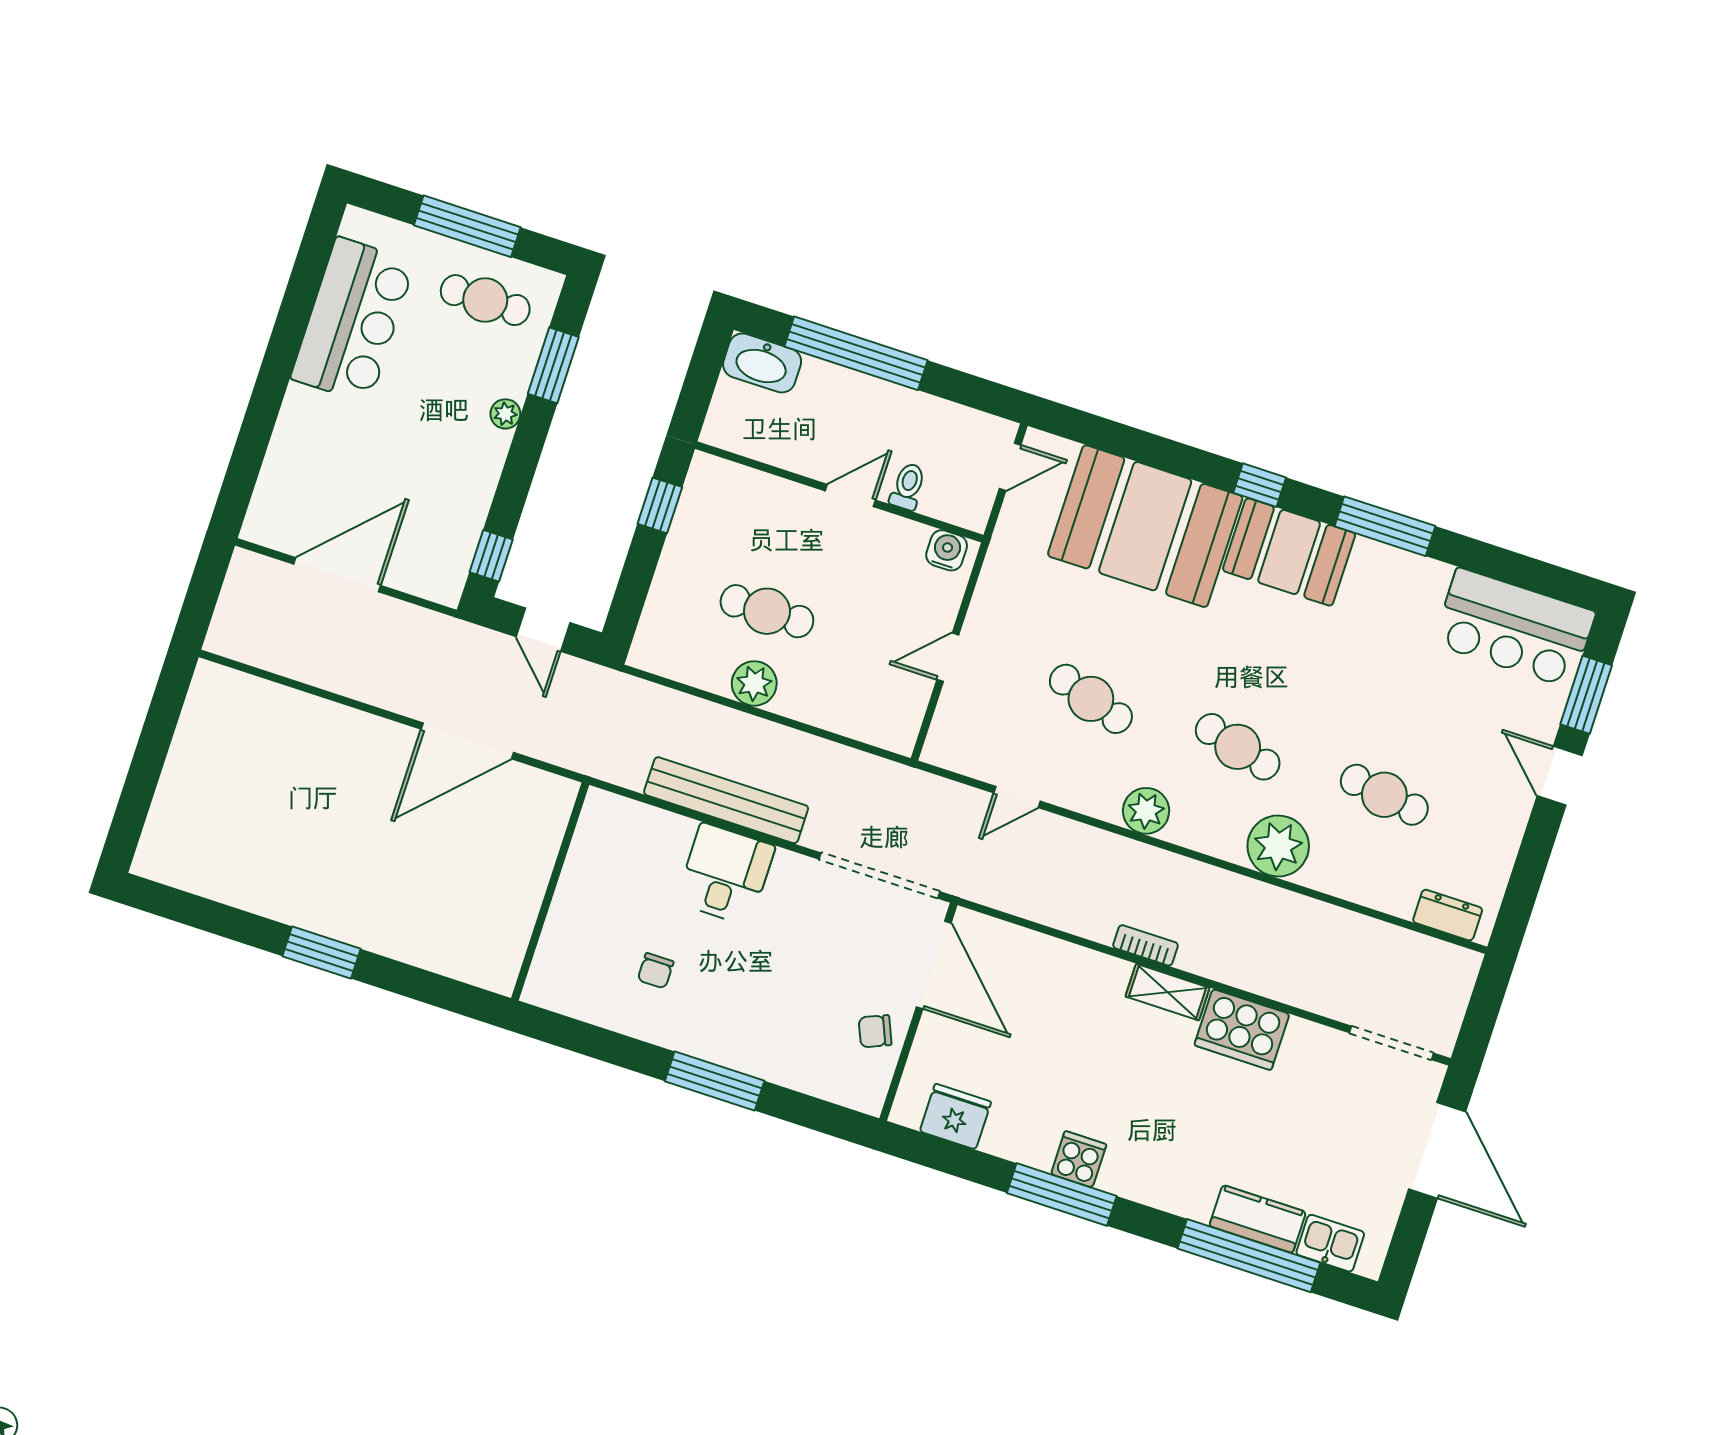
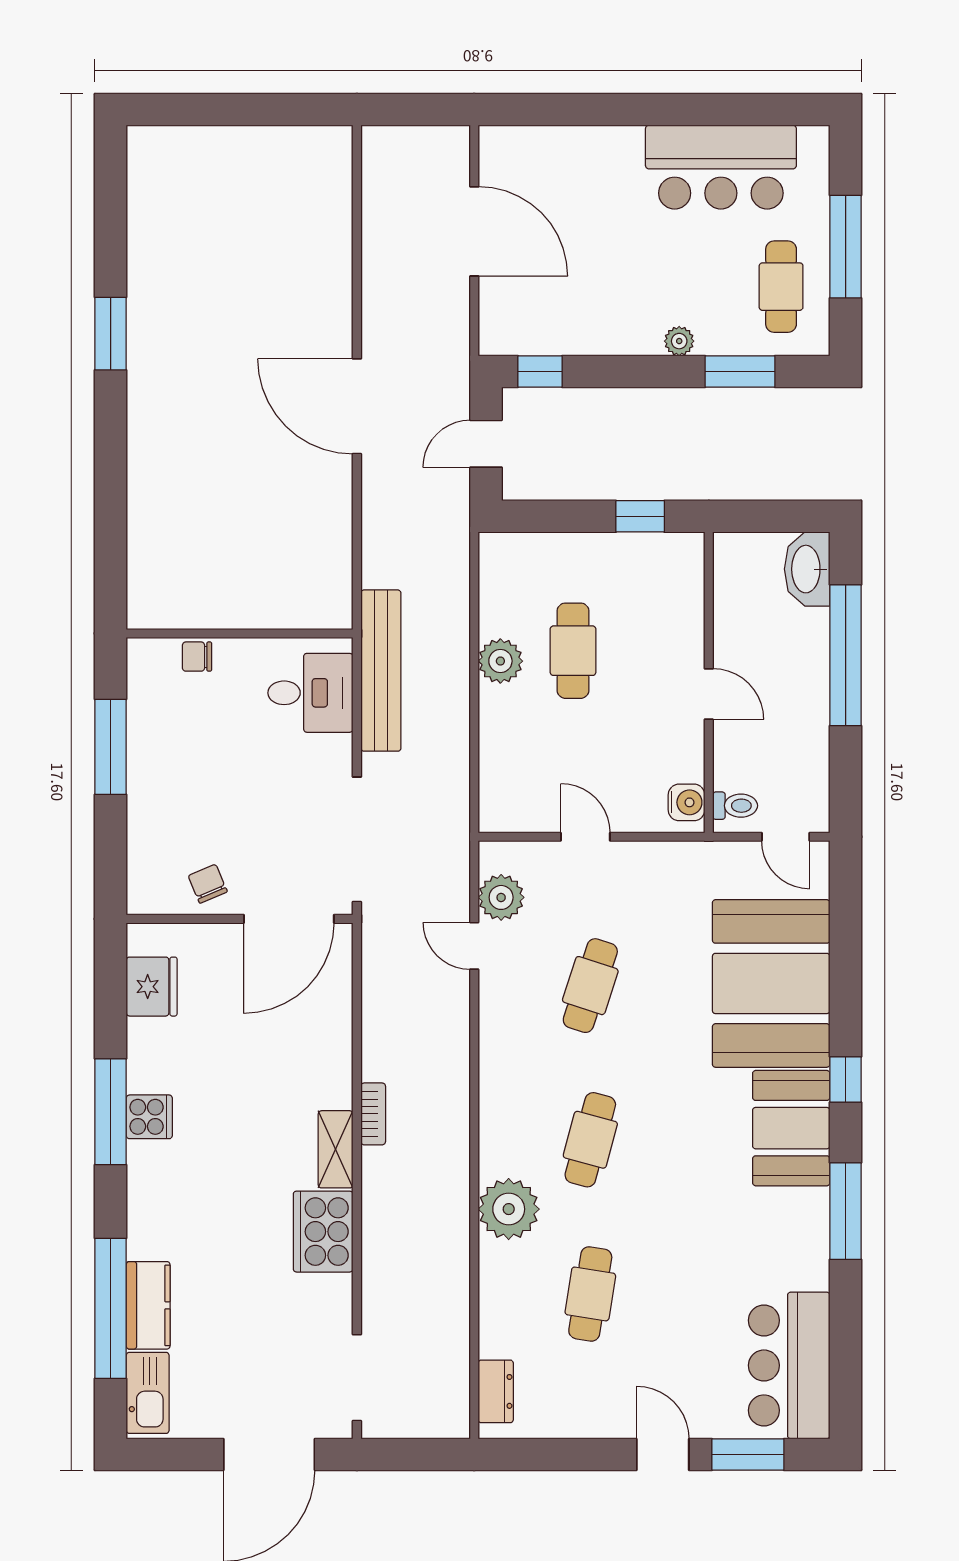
toilet: (908, 487) -> (735, 806), moved
door: (1560, 776) -> (663, 1454), hinge flipped
plant: (1146, 811) -> (501, 897), moved
wall: (550, 891) -> (240, 633), moved
kitchen sink: (1330, 1243) -> (148, 1393), width x1.38

